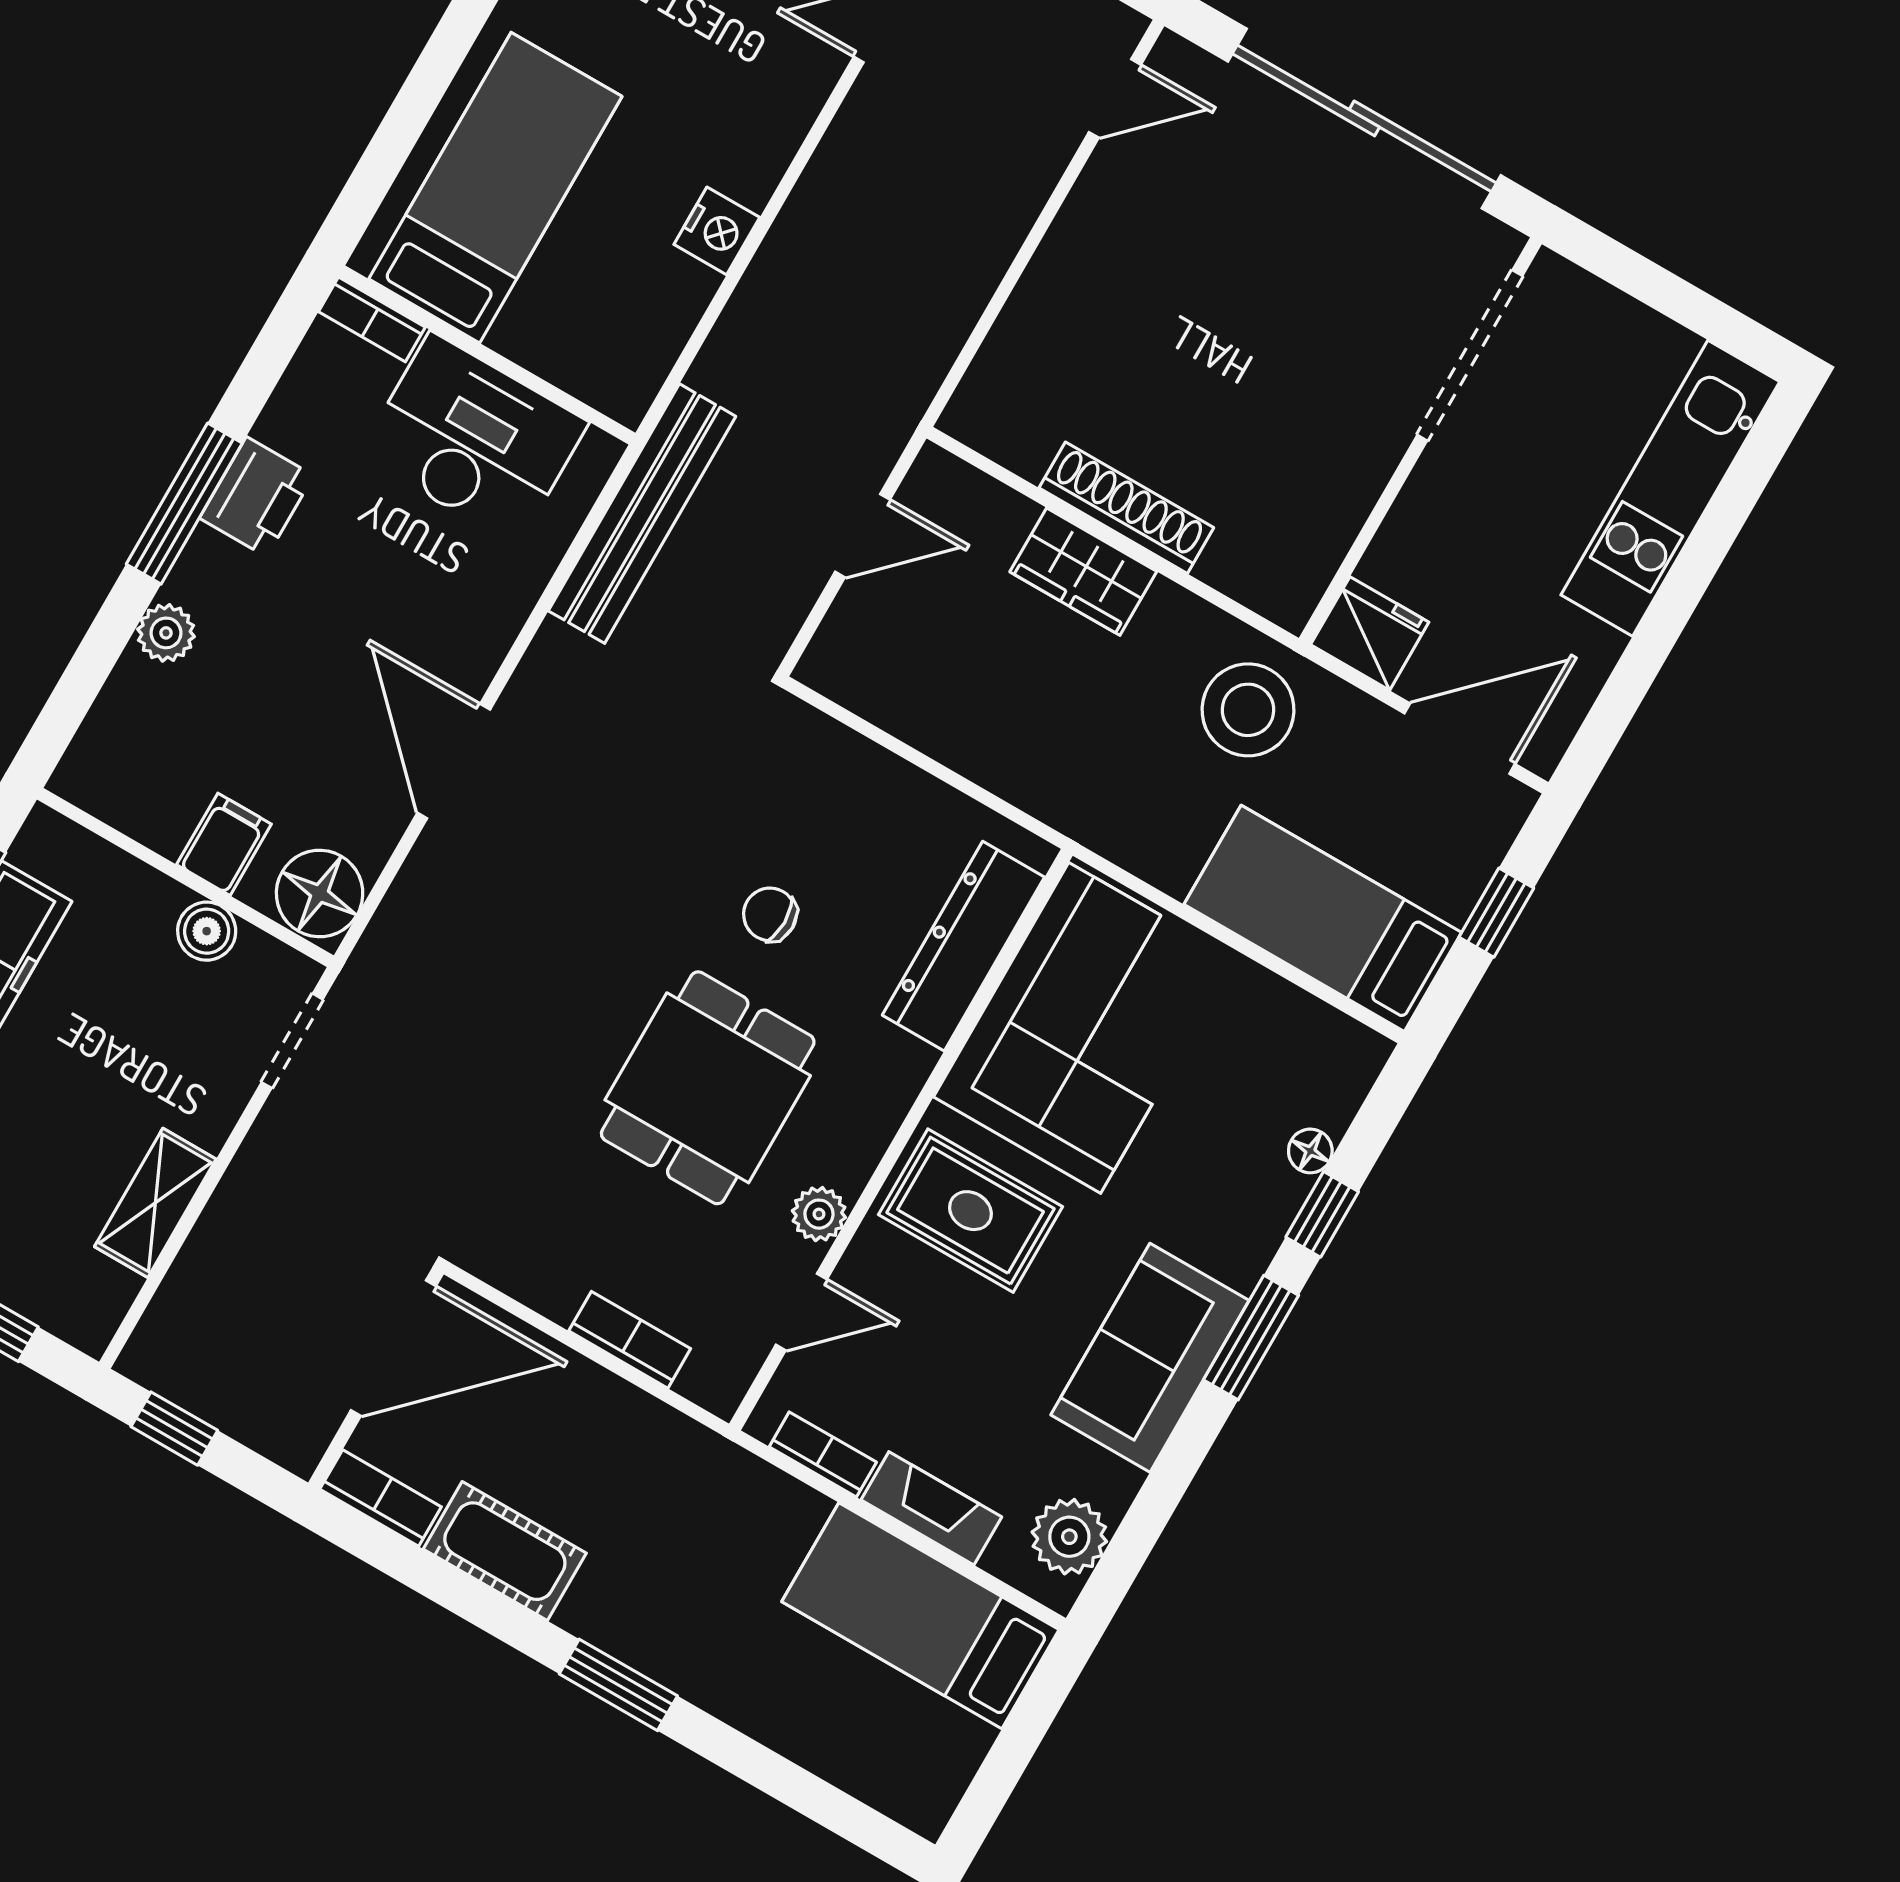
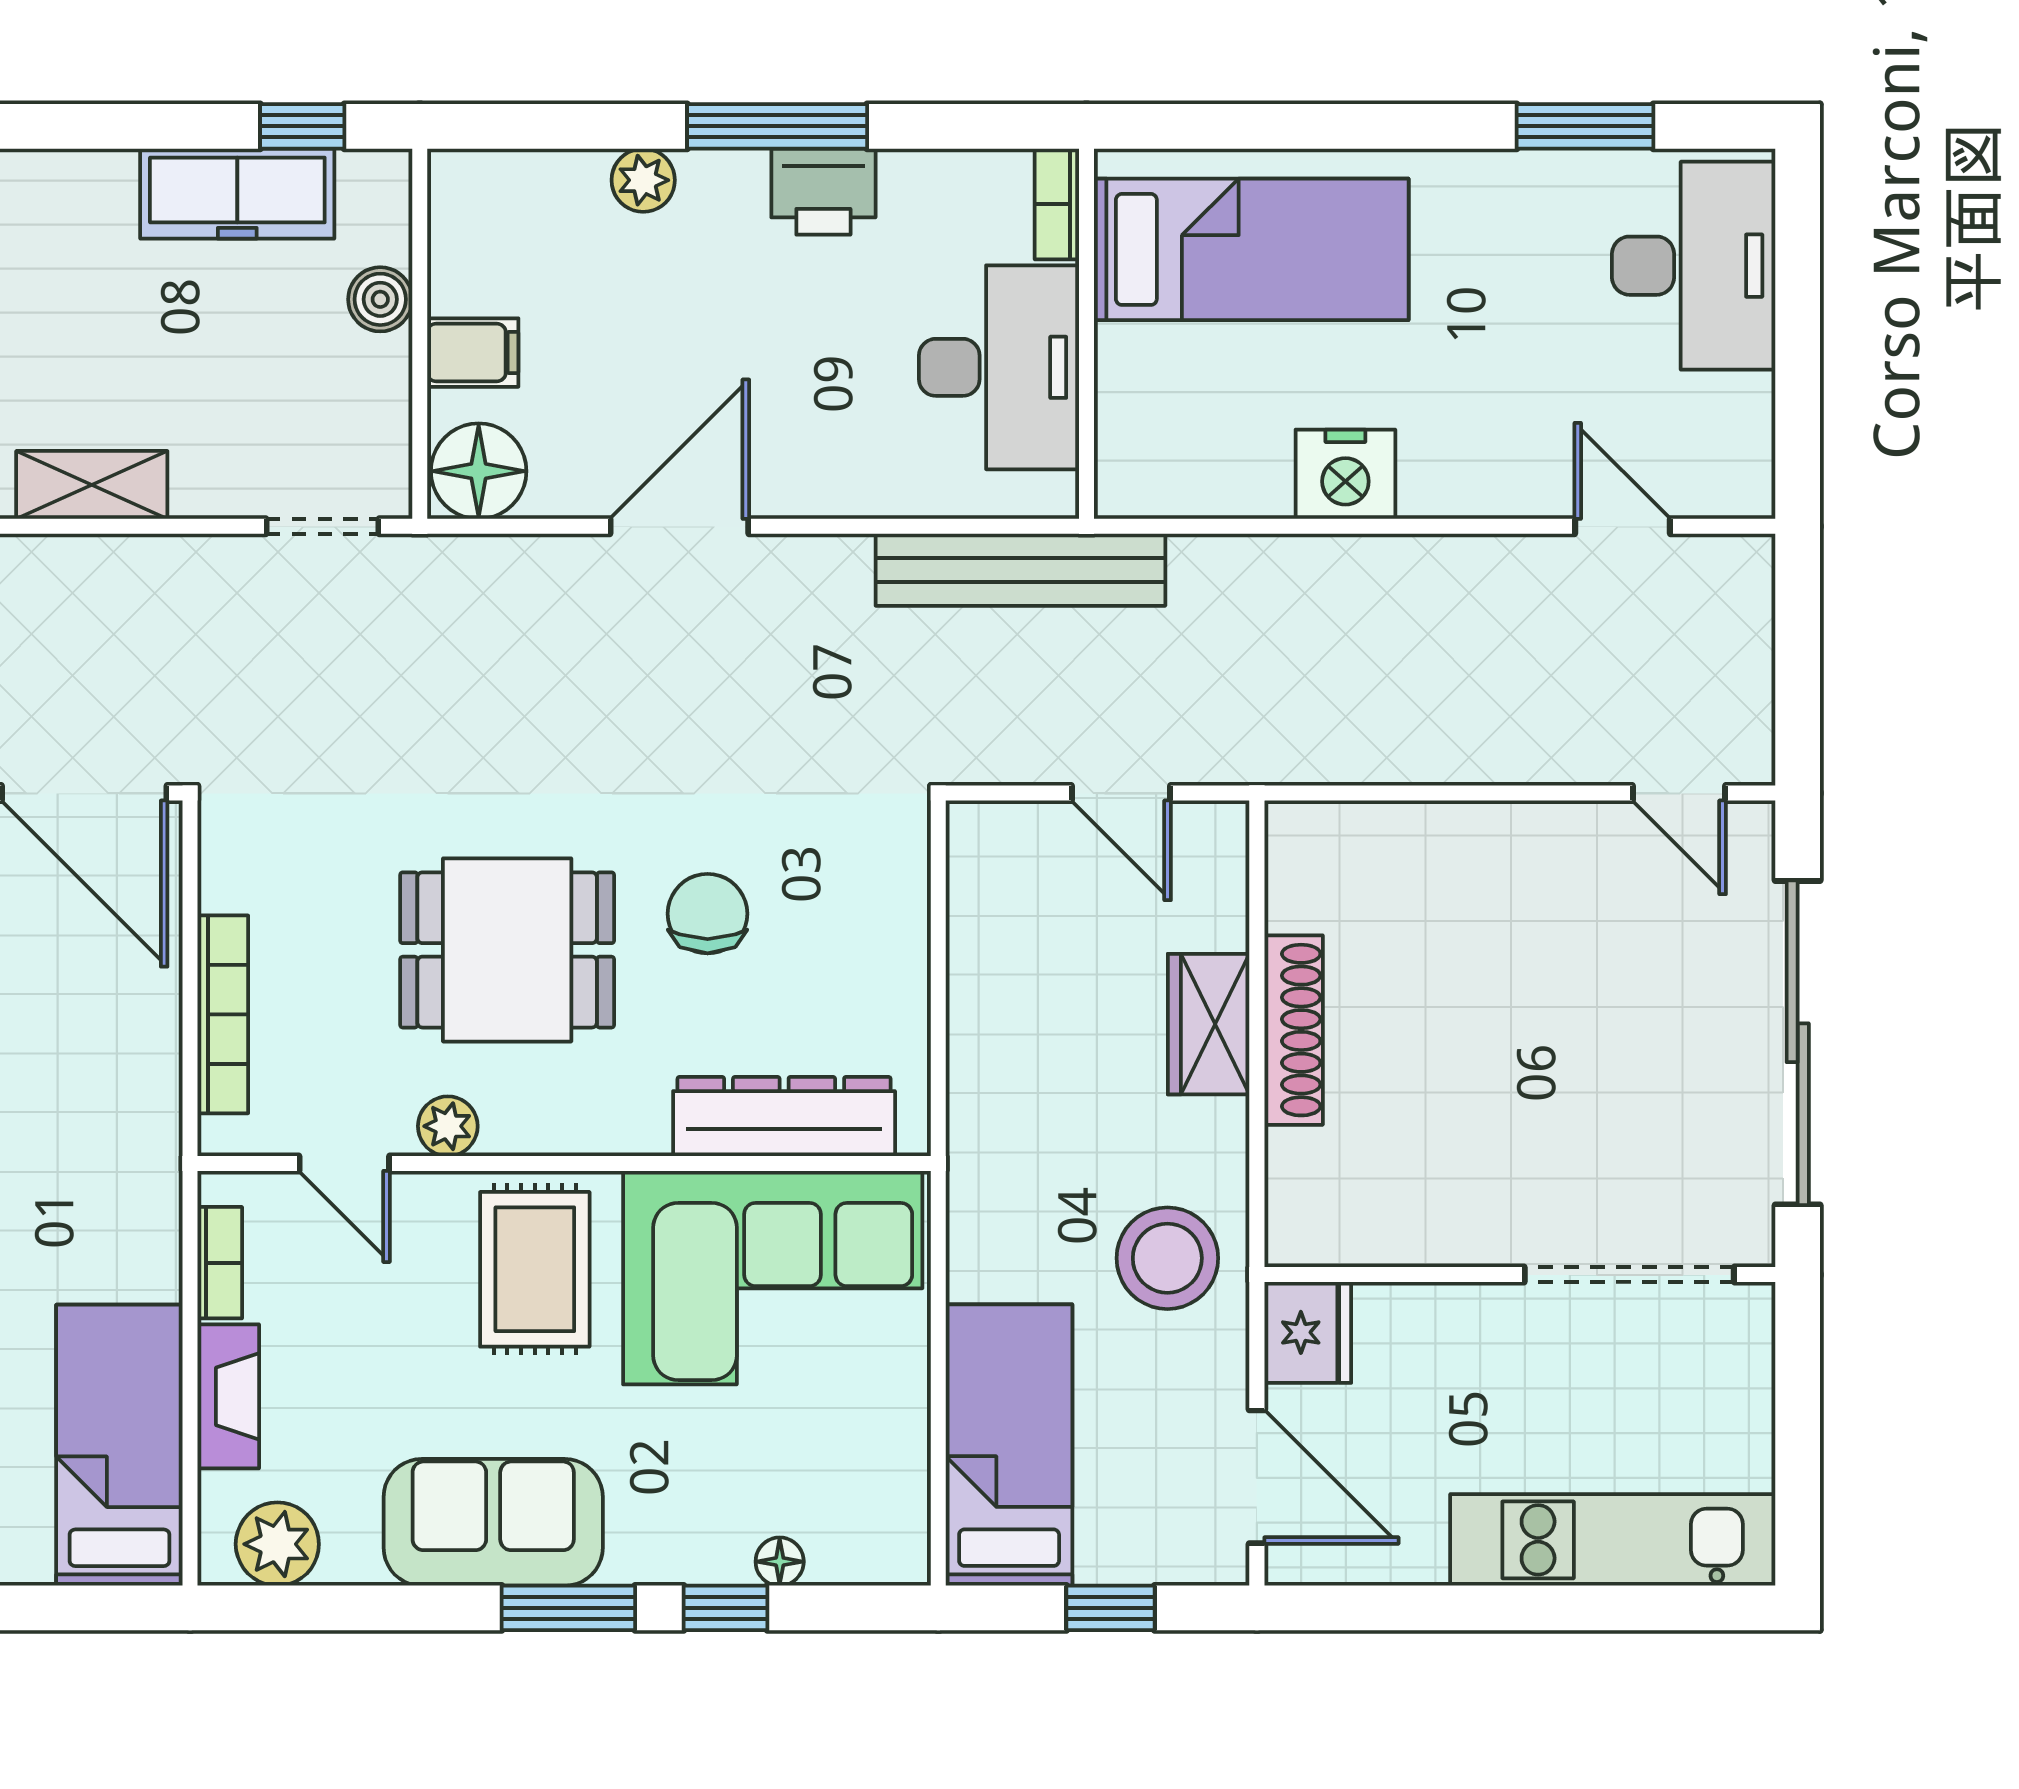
nightstand: (717, 231) -> (1345, 474), width x1.36, depth x1.33
chair: (770, 914) -> (708, 914), width x1.37, depth x1.37
boiler: (207, 931) -> (380, 299), moved
bookcase: (630, 1340) -> (223, 1014), width x1.56

